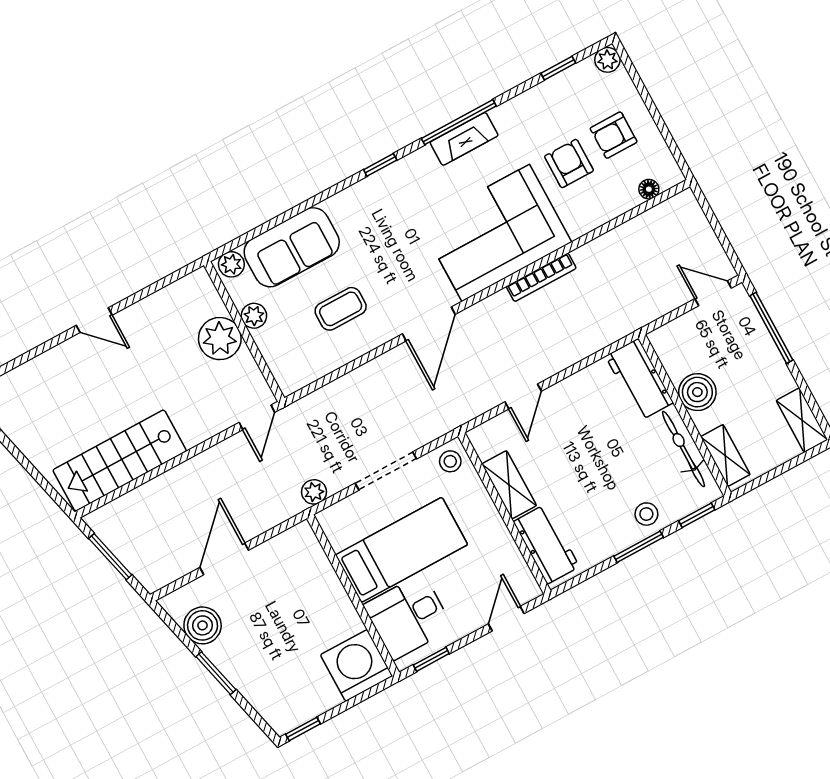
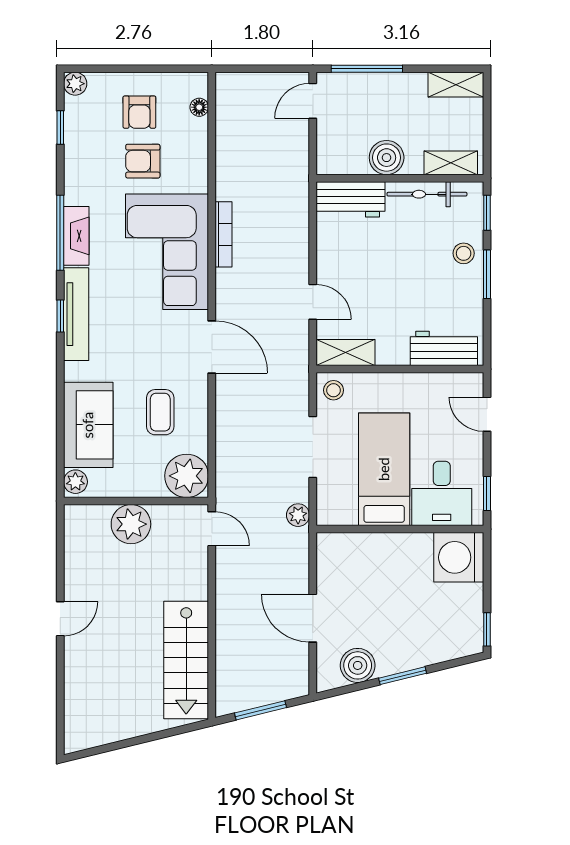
tv unit: (390, 179) -> (76, 314), added
plant: (254, 316) -> (187, 476), moved, width x1.88, depth x1.88
shelving: (509, 485) -> (346, 353), moved

